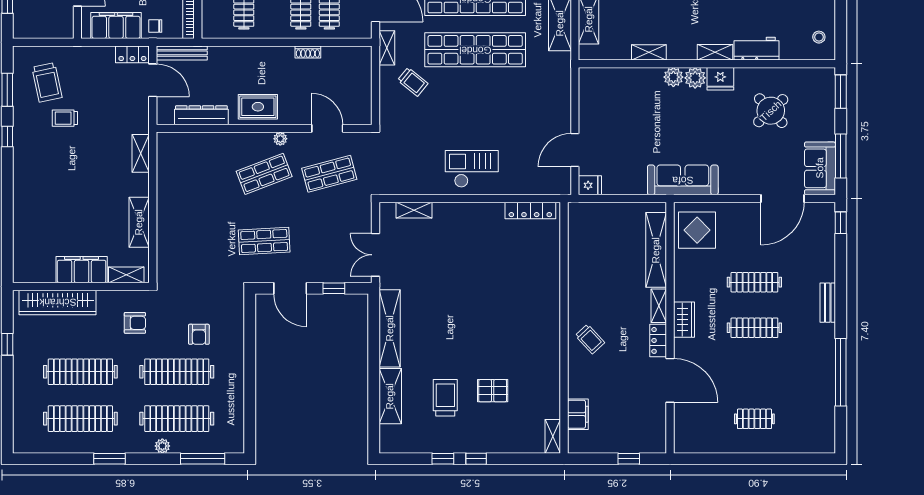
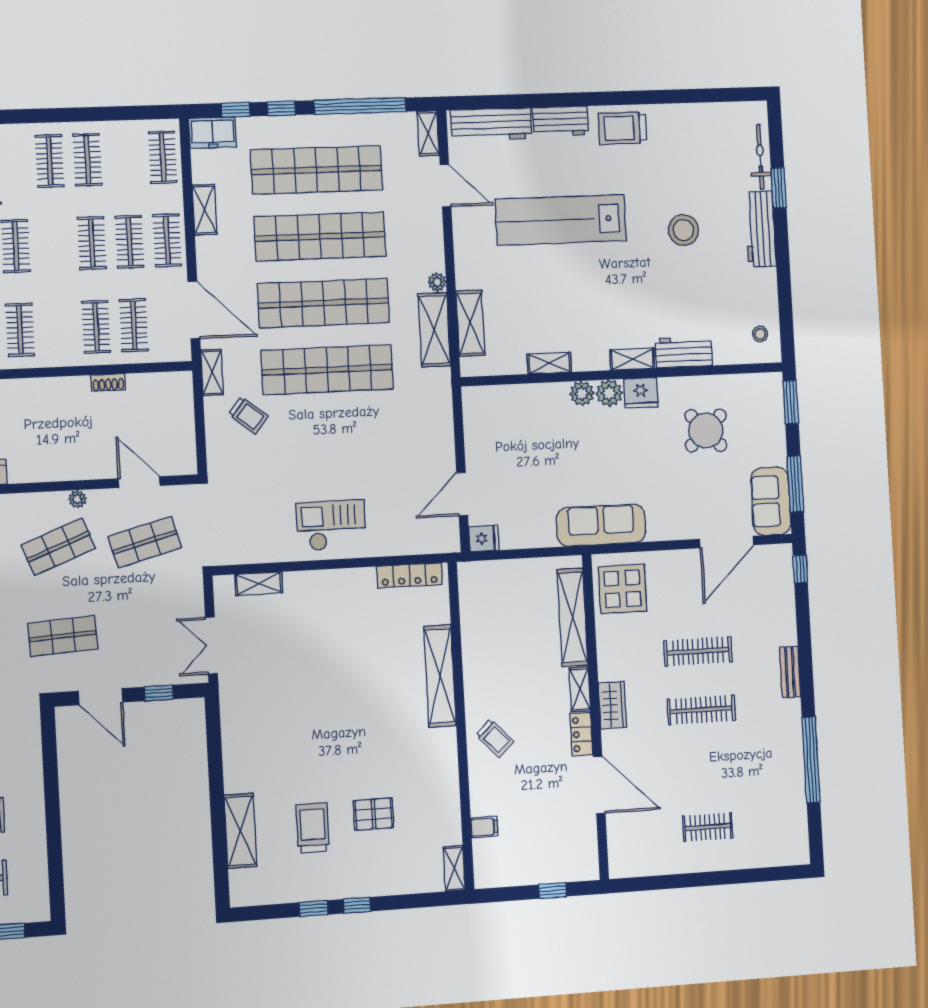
rug: (258, 107) -> (45, 458), removed
shelving: (390, 328) -> (440, 676), moved
filing cabinet: (578, 414) -> (484, 827), width x0.50

